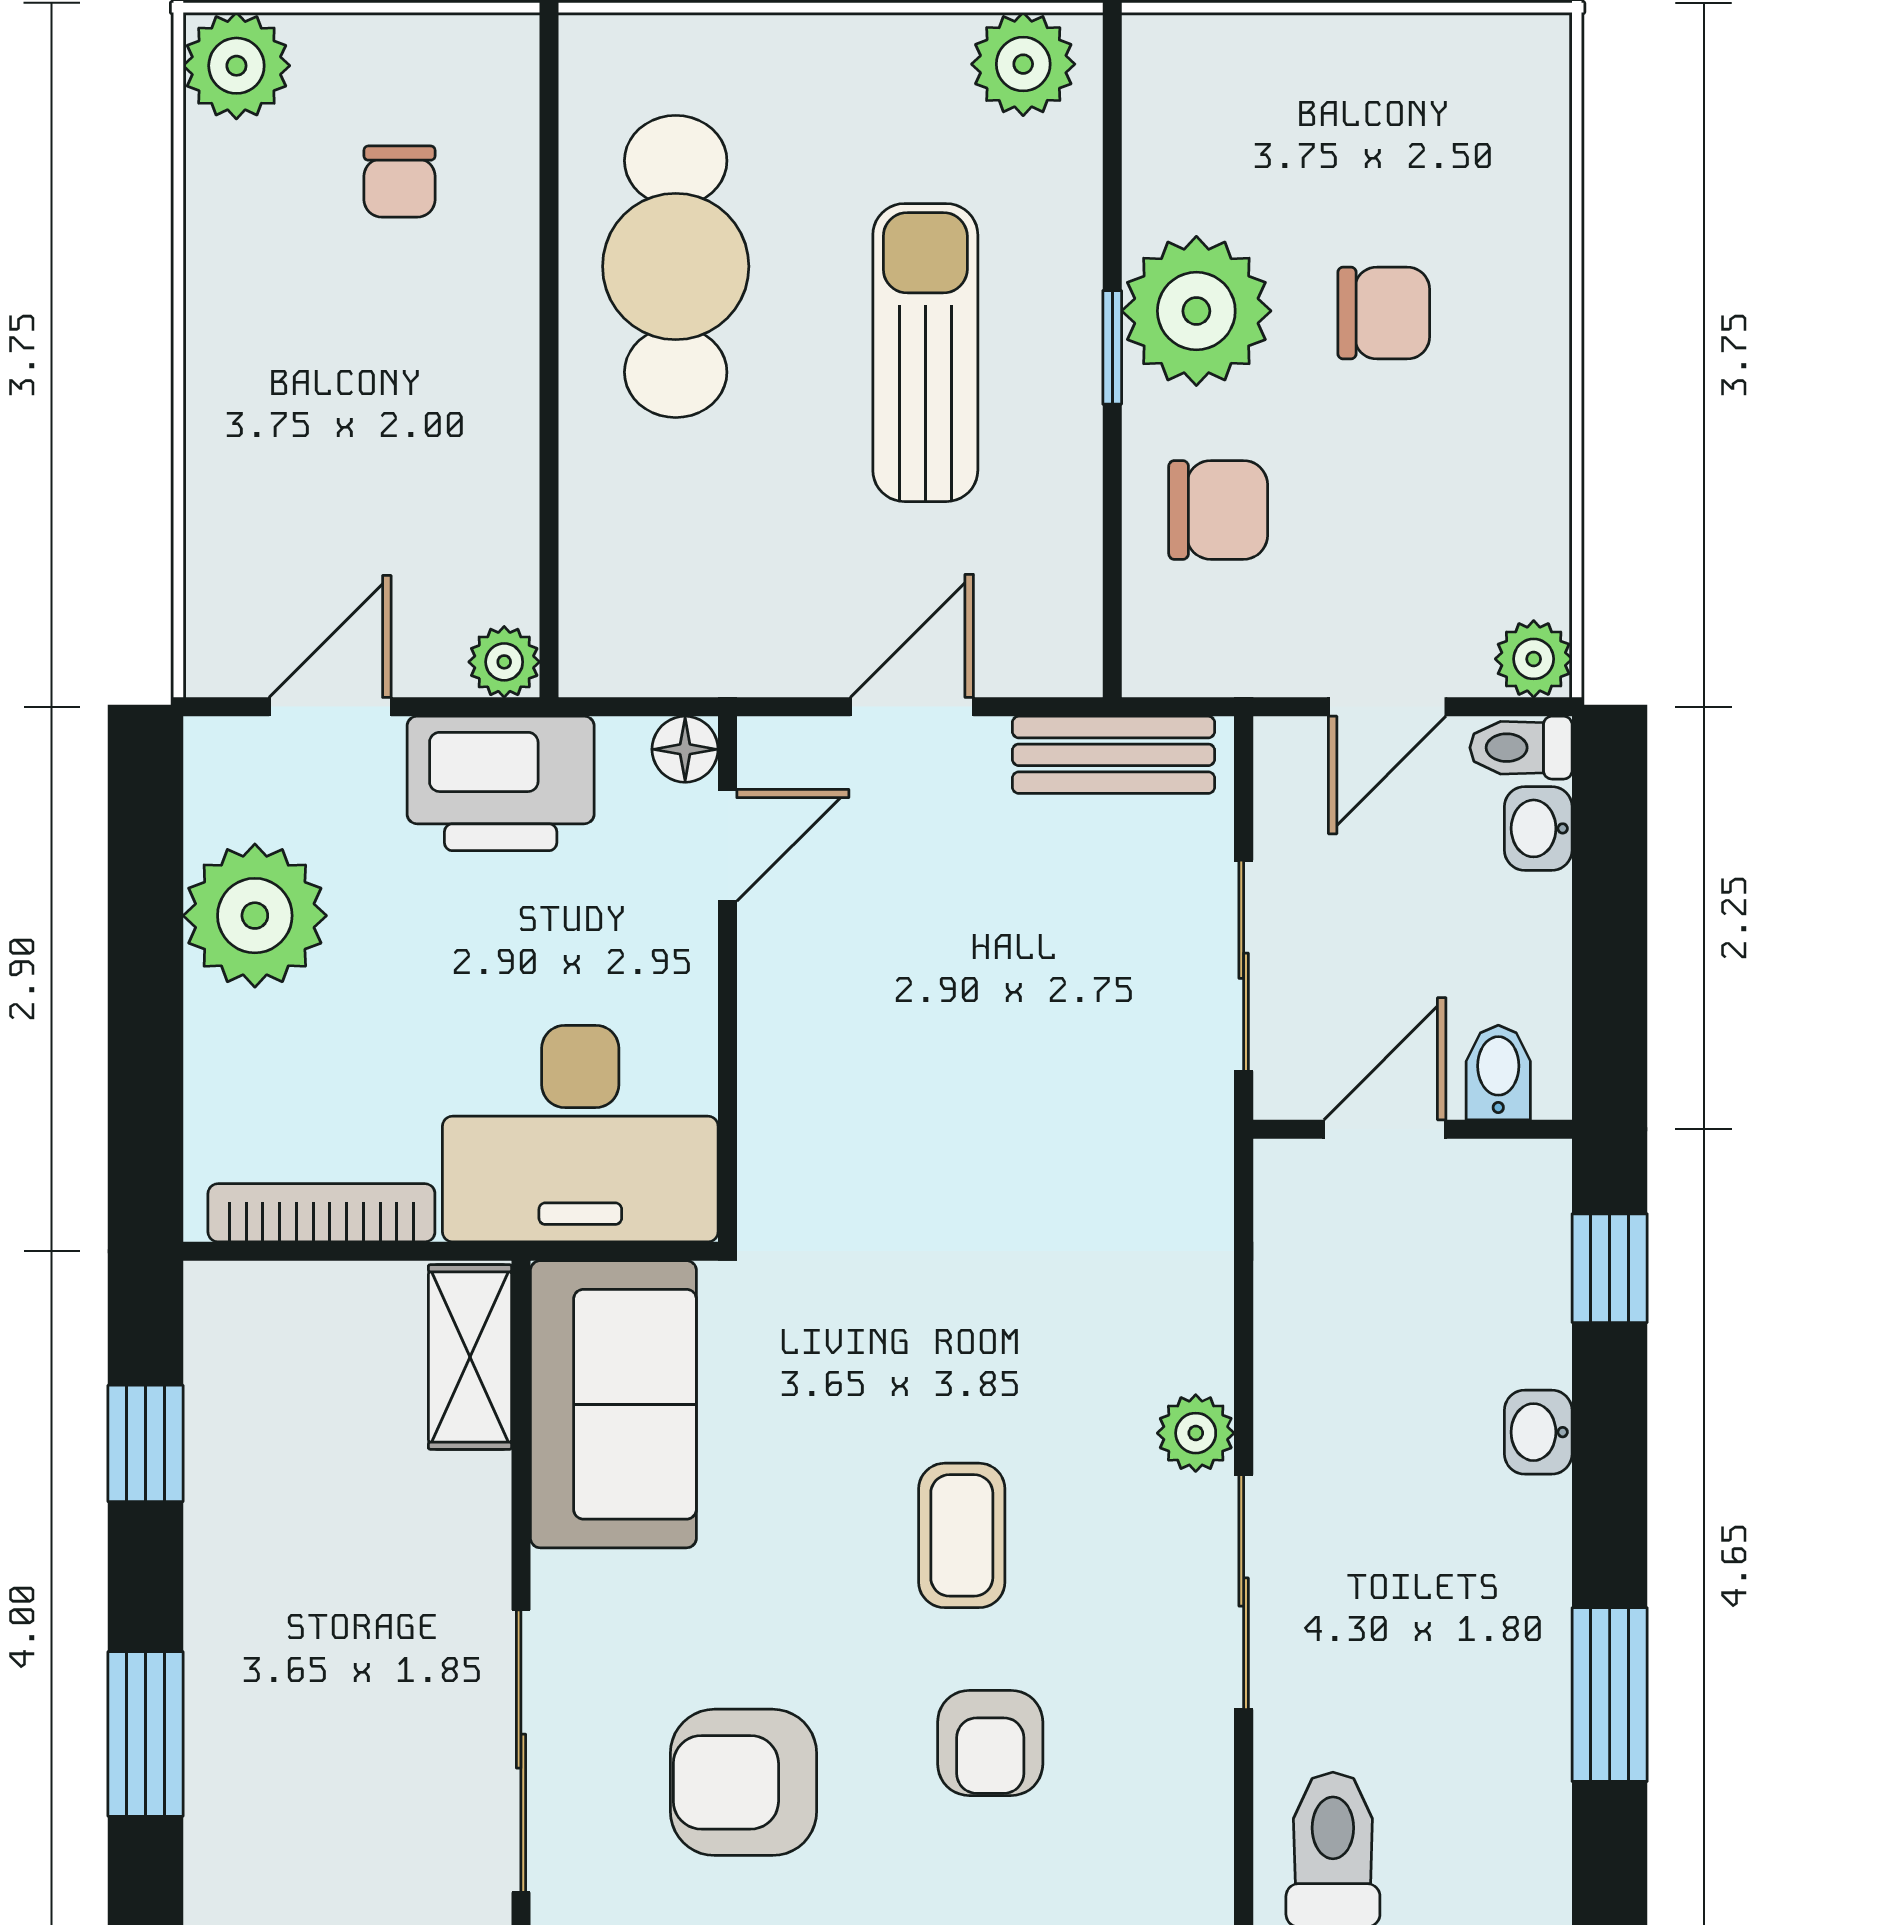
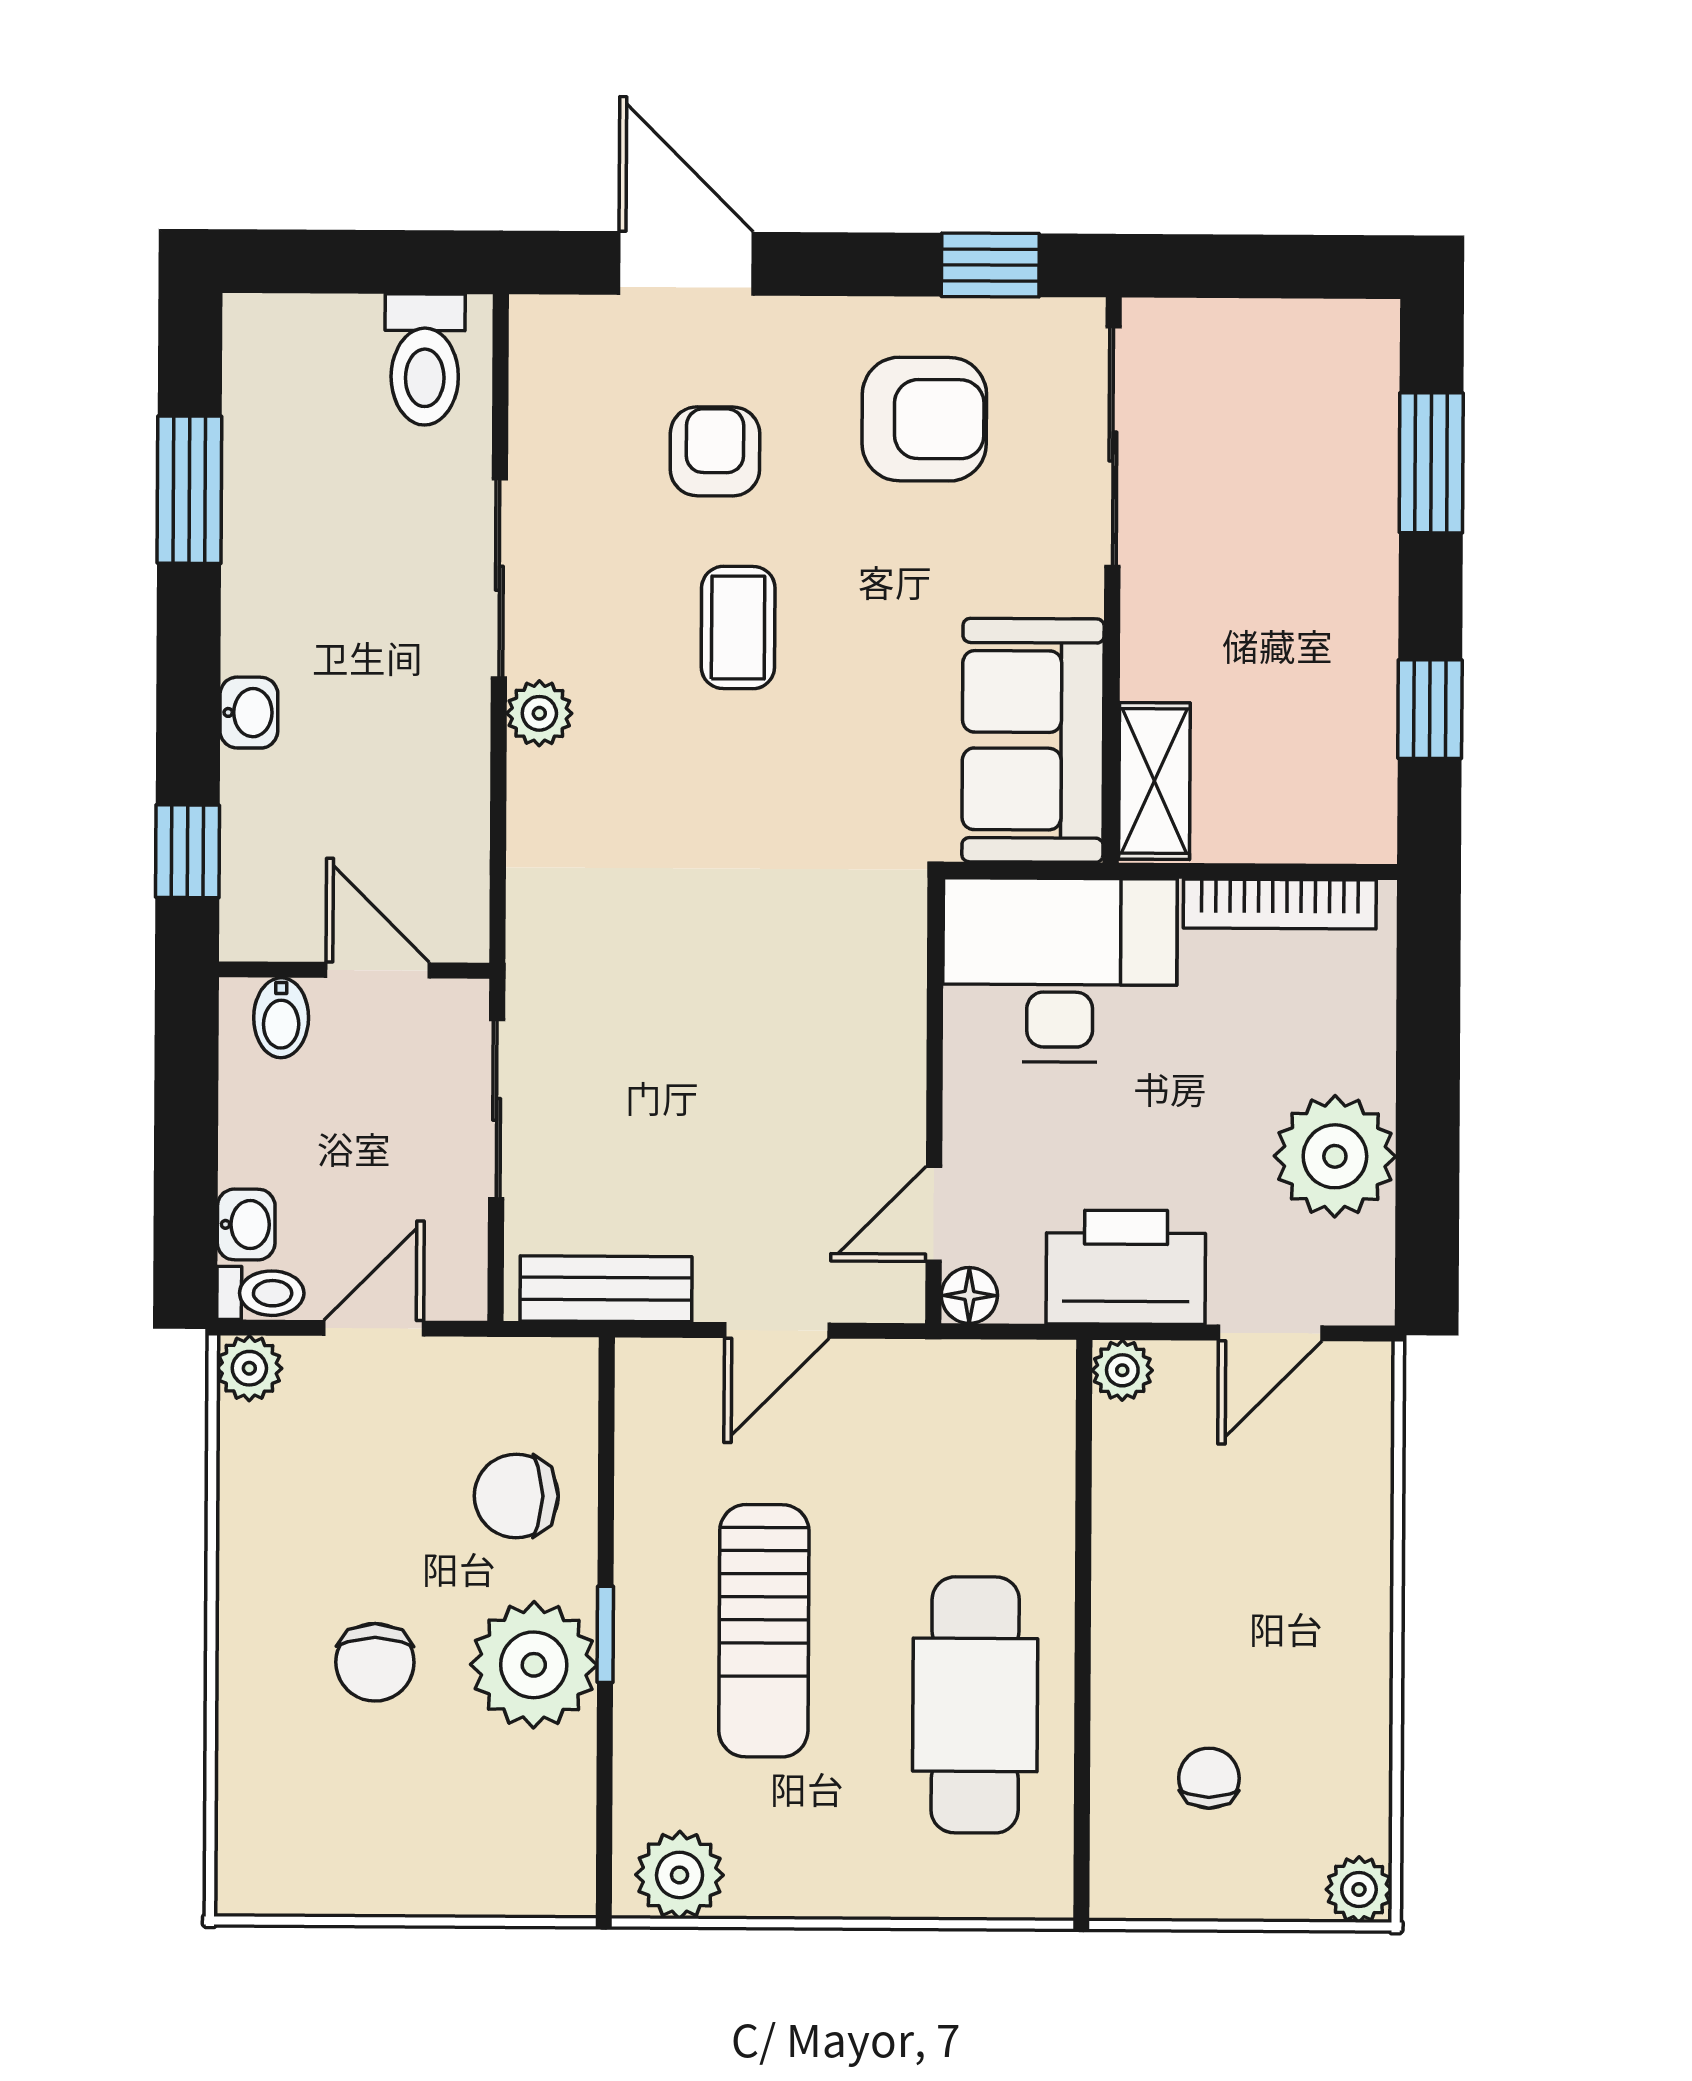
plant: (236, 66) -> (1359, 1889), width x0.73, depth x0.73
chair: (1384, 313) -> (375, 1662), turned -90
door: (1385, 1129) -> (378, 970), swing flipped

